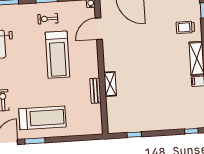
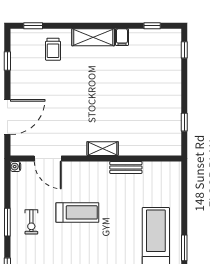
treadmill: (58, 55) -> (77, 212), width x0.73, depth x0.73
shelving: (110, 84) -> (103, 149), moved

